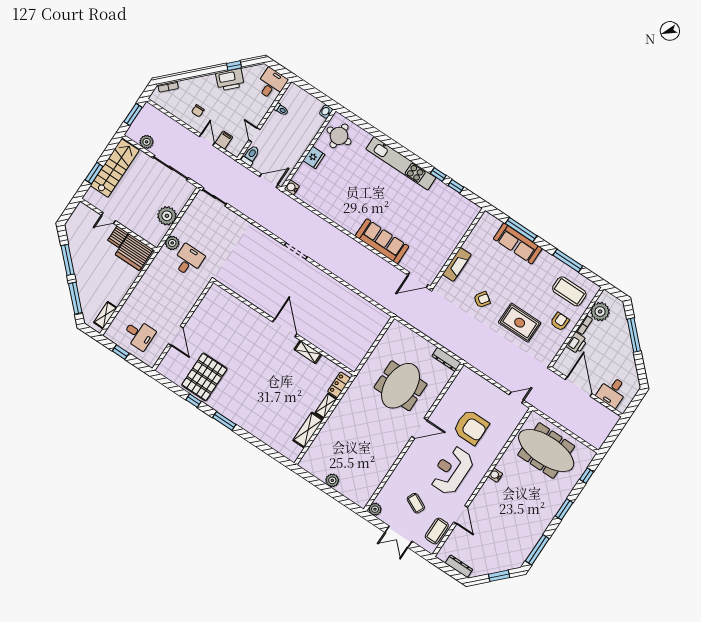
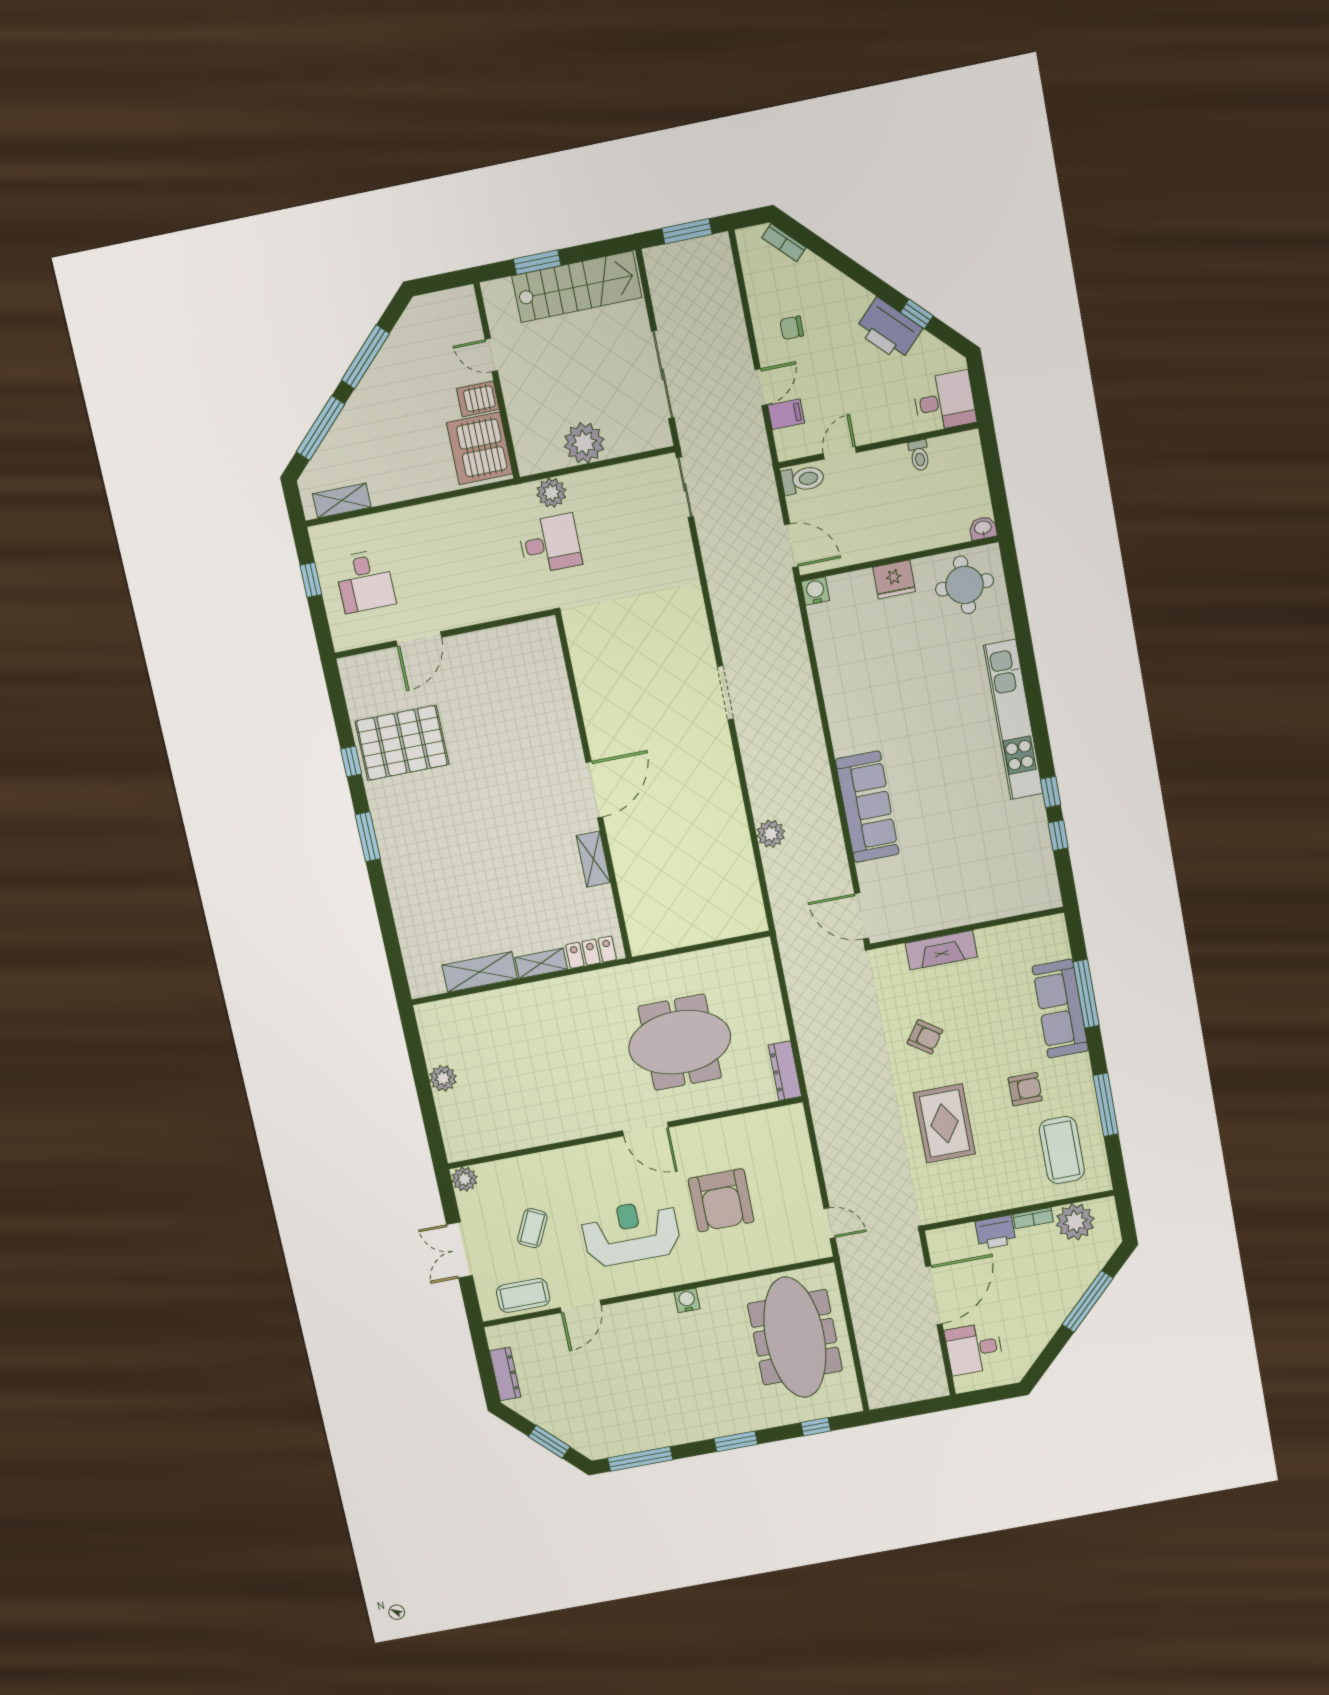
plant: (147, 142) -> (771, 834), moved
armchair: (560, 322) -> (1025, 1089), moved

